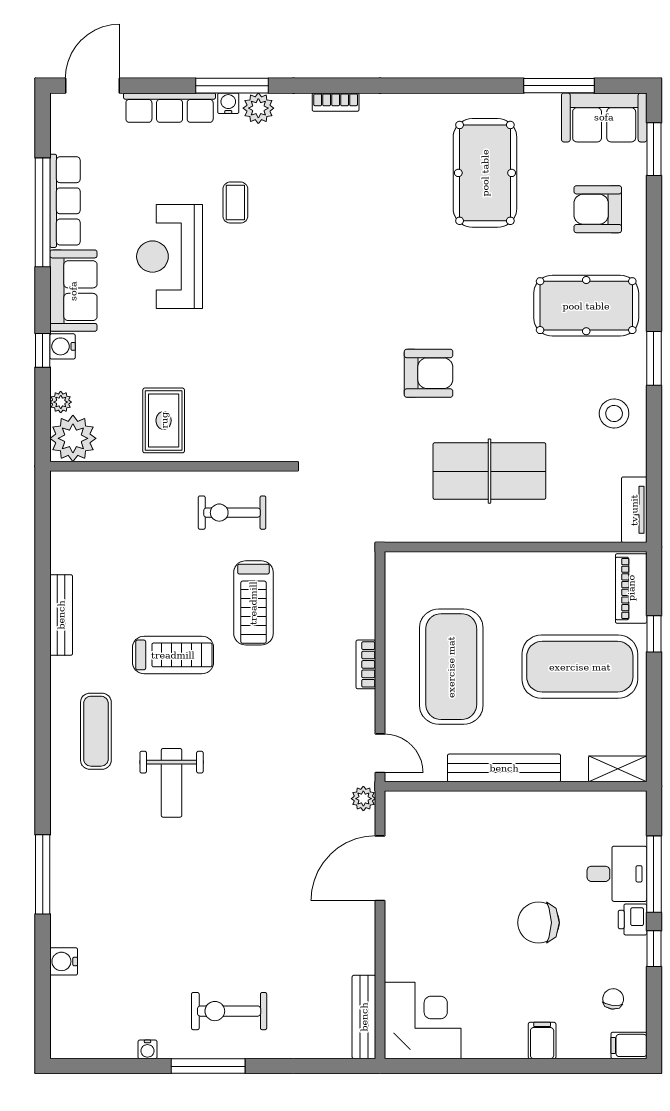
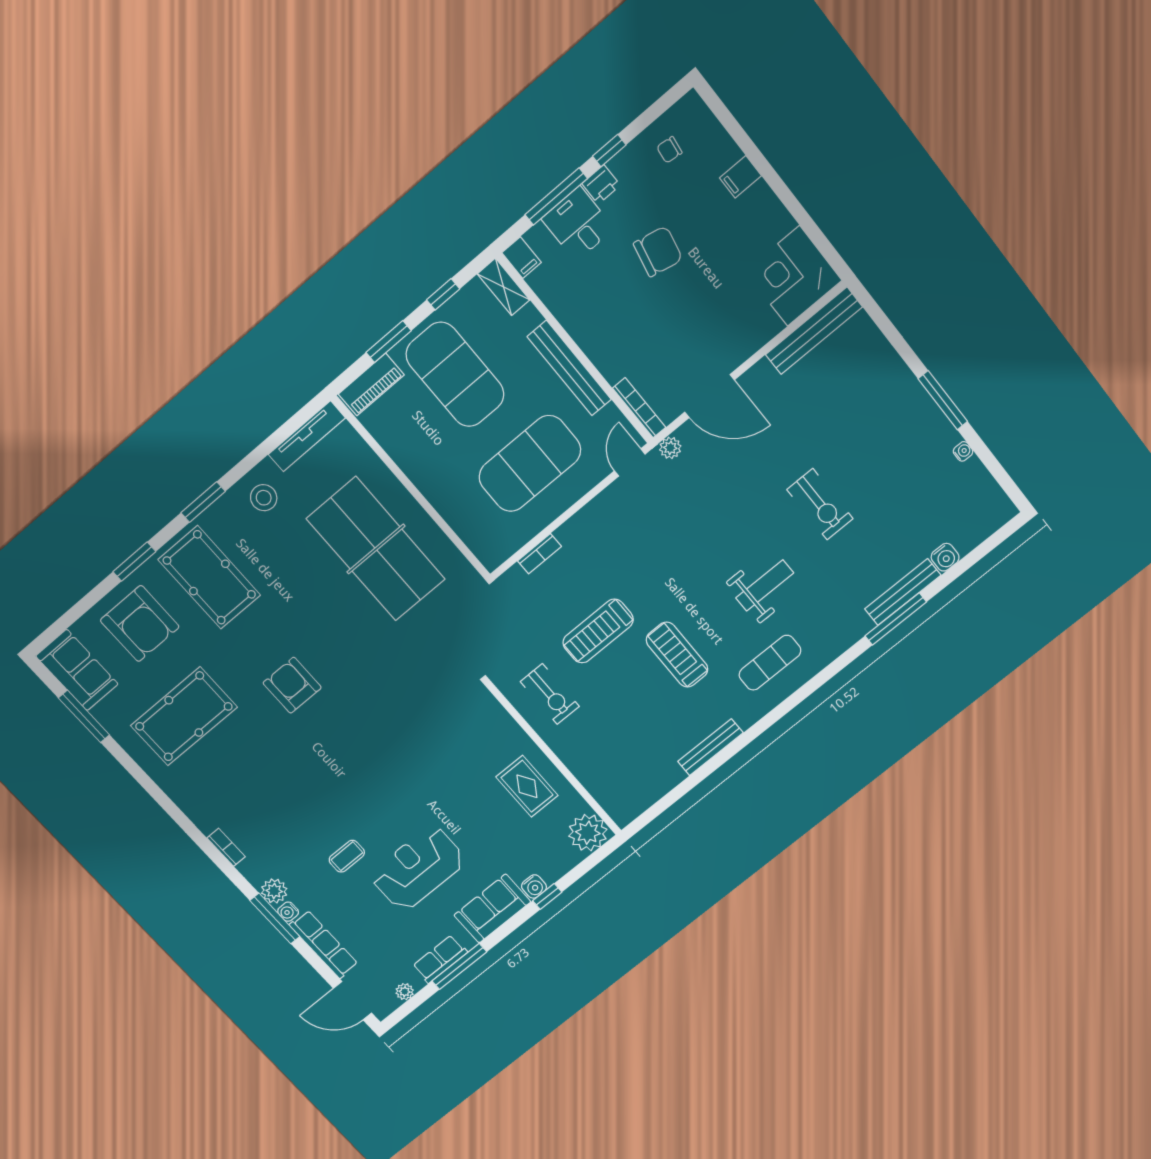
window: (654, 149) -> (134, 562), moved
row of seats: (65, 201) -> (440, 959), width x0.68
armchair: (598, 209) -> (140, 624), width x1.36, depth x1.36
window: (43, 212) -> (459, 966), width x0.68
reception desk: (170, 257) -> (418, 868), turned 180
armchair: (429, 373) -> (292, 685), moved
plant: (61, 402) -> (405, 992), moved
rug: (164, 420) -> (527, 786), turned 90
table tennis table: (489, 471) -> (376, 549), width x1.36, depth x1.32
tv unit: (634, 510) -> (307, 436), width x1.41
treadmill: (253, 603) -> (598, 631), turned 180
window: (654, 634) -> (389, 342), width x1.50
bookcase: (366, 664) -> (539, 554), moved
window: (654, 713) -> (443, 294), added
bookcase: (420, 800) -> (639, 408), added
bench: (63, 900) -> (903, 592), added
chair: (538, 923) -> (658, 251), turned -78
exercise bike: (229, 1011) -> (820, 504), moved
bench: (364, 1017) -> (814, 331), width x1.37, depth x1.21
filing cabinet: (629, 1045) -> (521, 258), moved

